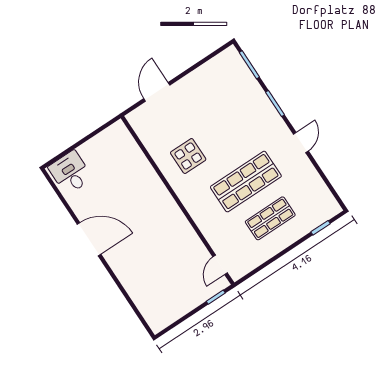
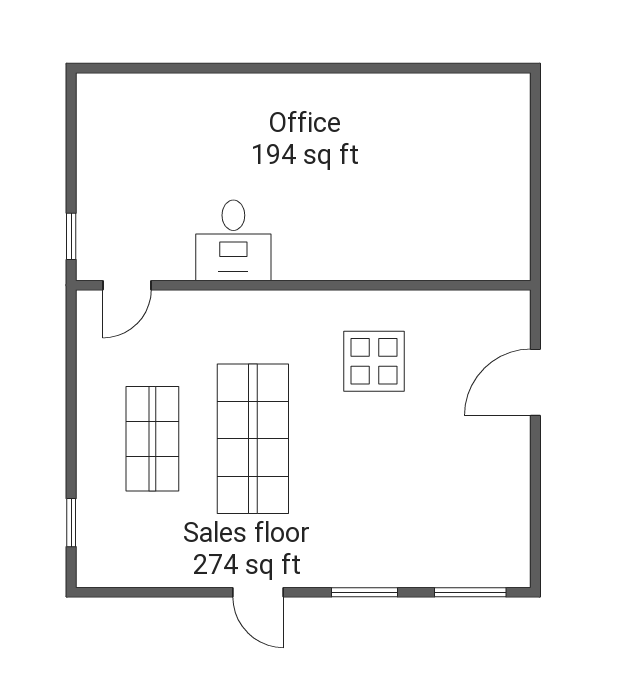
door: (157, 92) -> (535, 382), swing flipped
desk: (70, 173) -> (233, 240), moved, turned 90
door: (89, 239) -> (341, 68), removed
door: (220, 265) -> (127, 285), swing flipped

